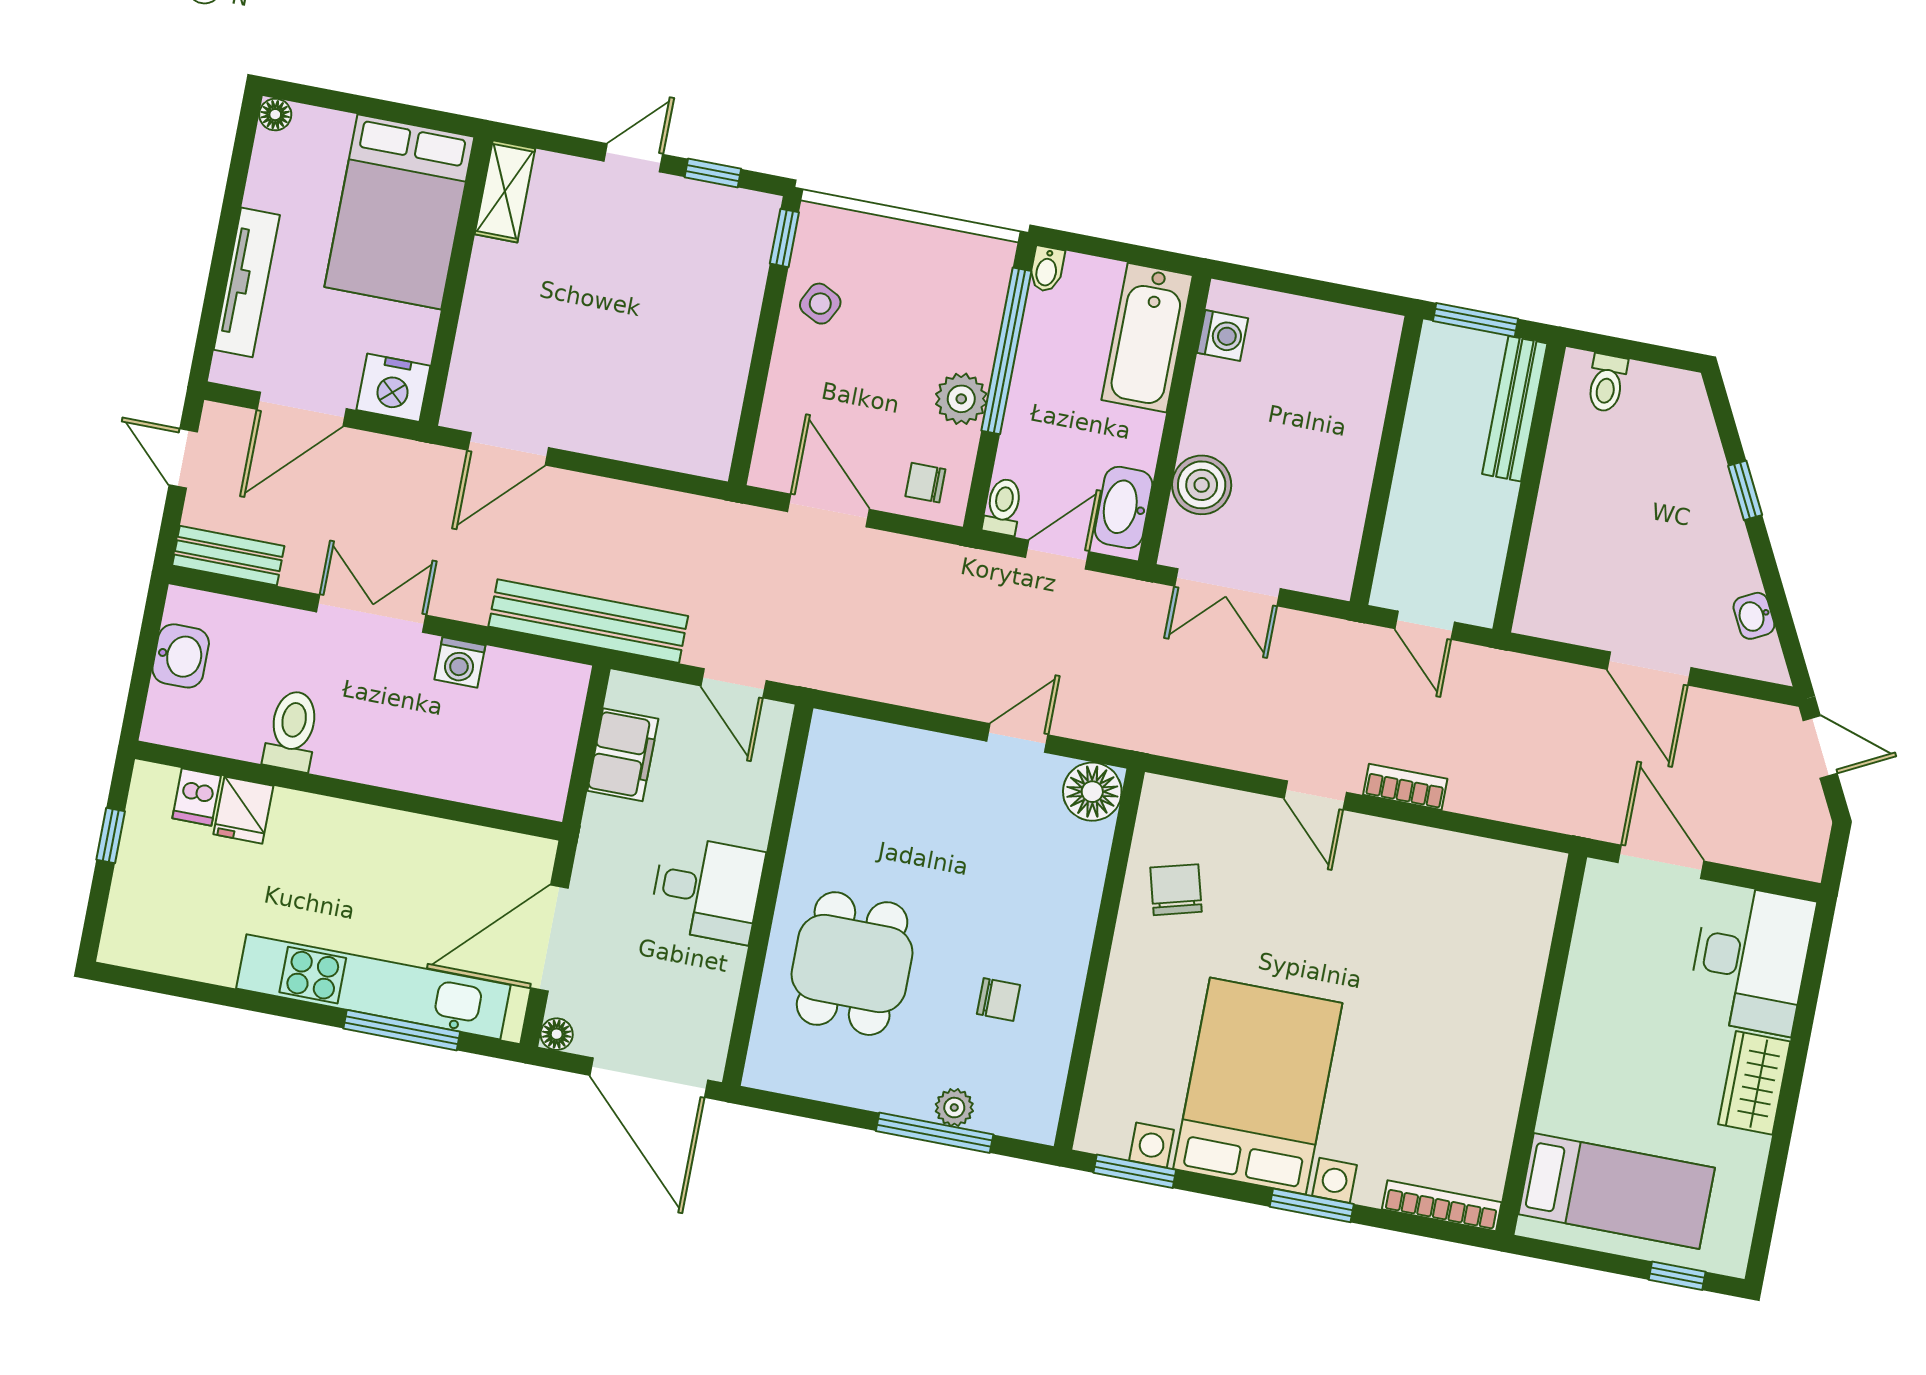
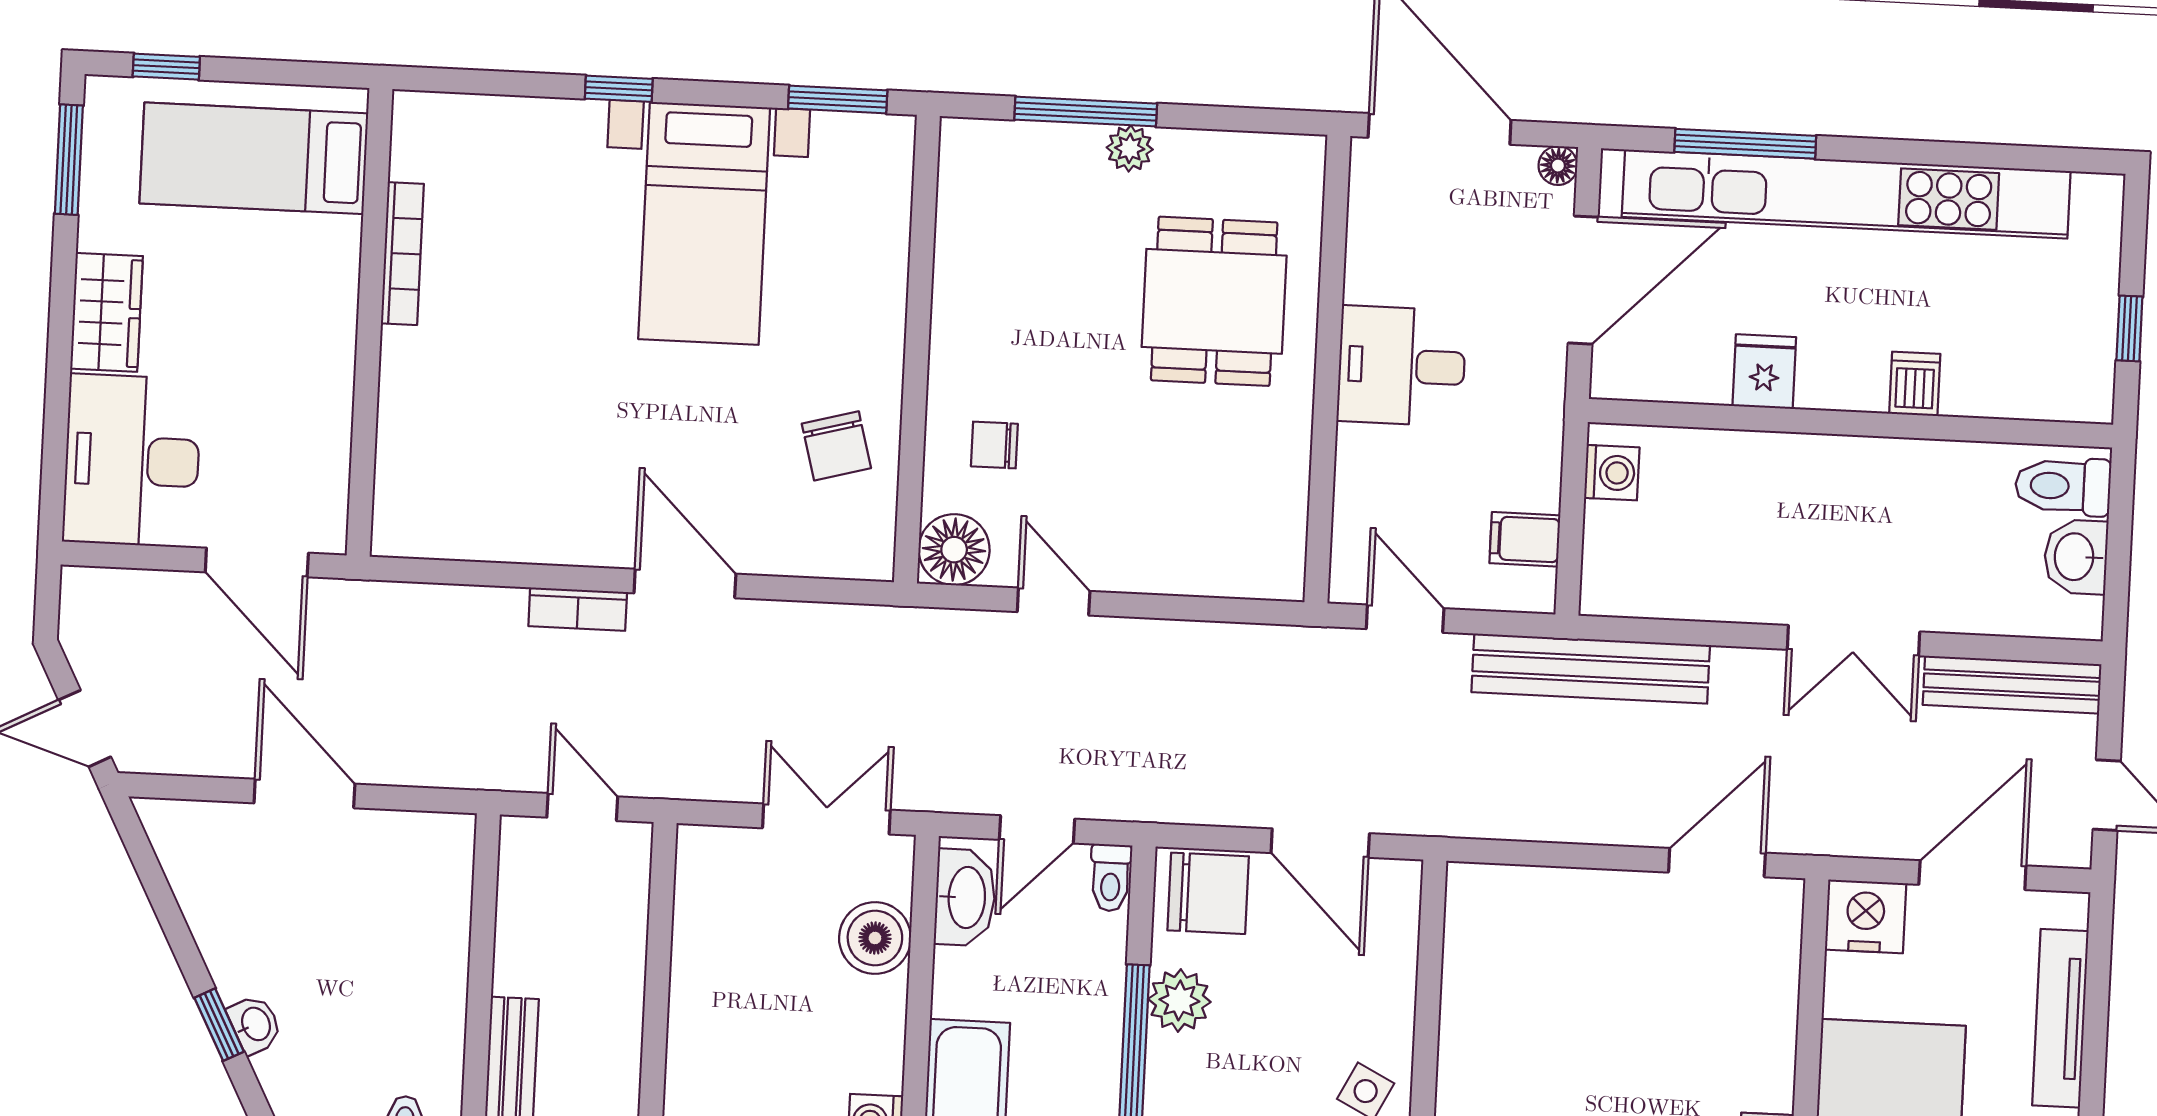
chair: (925, 483) -> (1208, 893), width x1.87, depth x1.87
bench: (228, 556) -> (2012, 685), width x1.36
washbasin: (1754, 616) -> (255, 1024), moved
washing machine: (460, 662) -> (1612, 473), moved, turned 90
toilet: (292, 731) -> (2063, 486), moved, turned 90
door: (1017, 738) -> (1054, 602), swing flipped
filing cabinet: (623, 755) -> (1525, 539), width x0.50
door: (1315, 795) -> (685, 583), width x1.38
dishwasher: (197, 797) -> (1915, 384), moved
fridge: (243, 810) -> (1764, 372), moved
kitchen unit: (373, 987) -> (1846, 194), width x1.36
chair: (999, 1000) -> (994, 445), moved
bed with nightstands: (1258, 1086) -> (704, 223), width x0.73
plant: (954, 1108) -> (1130, 148), moved
window: (1312, 1205) -> (619, 89), width x0.67
bookcase: (1442, 1206) -> (402, 254), moved, turned -90
window: (1767, 1211) -> (69, 160), added

